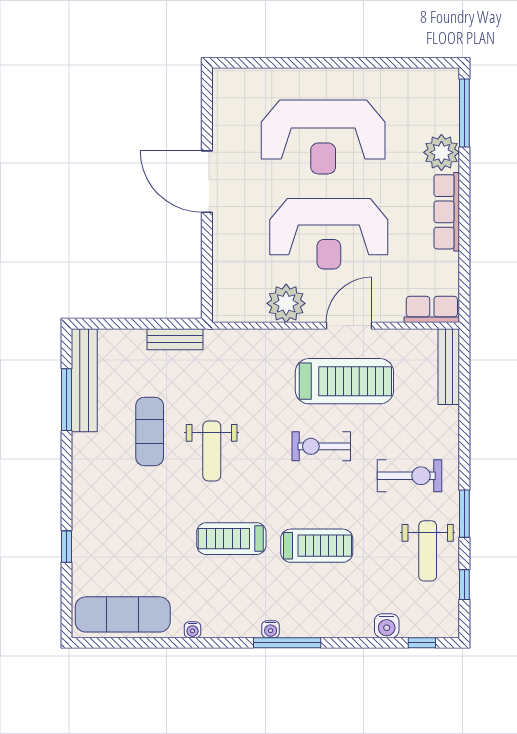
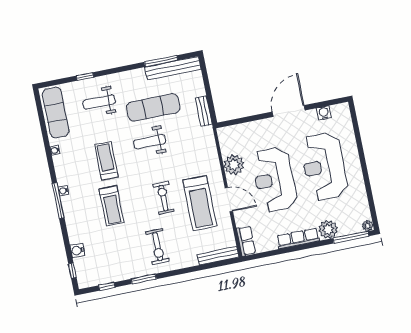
plant: (449, 78) -> (368, 226), added
water cooler: (224, 117) -> (324, 113), added
exercise mat: (150, 432) -> (153, 107), width x1.36, depth x1.45
weight bench: (428, 551) -> (99, 102), moved

